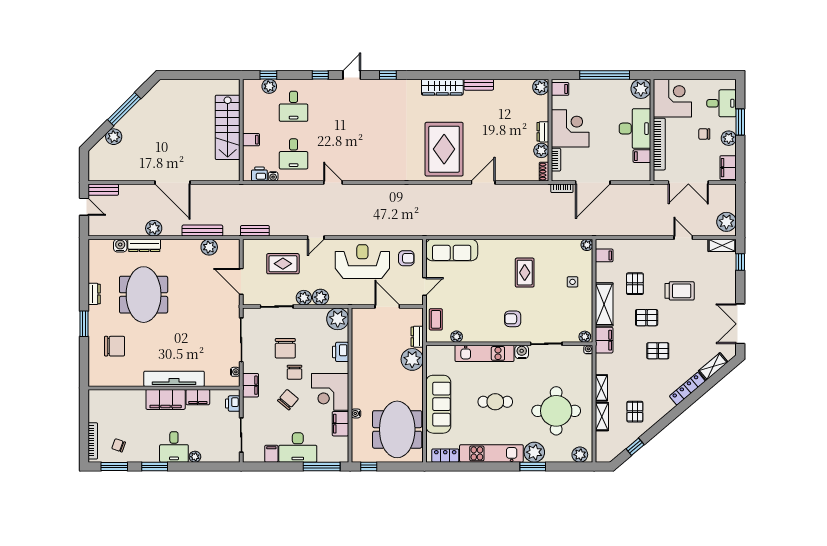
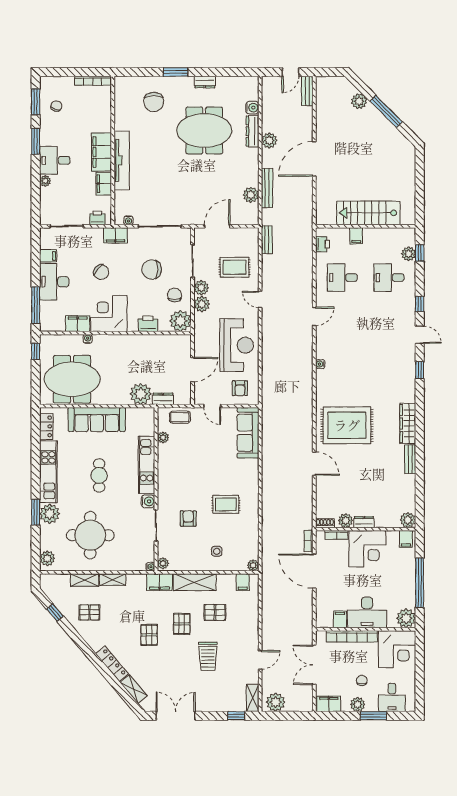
water cooler: (273, 176) -> (320, 364), moved
rug: (283, 264) -> (235, 267), turned 90
armchair: (513, 319) -> (188, 518), moved
chair: (294, 372) -> (174, 295), moved, turned 90
bookcase: (93, 441) -> (93, 81), moved

